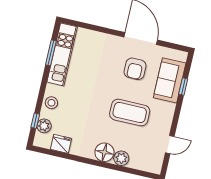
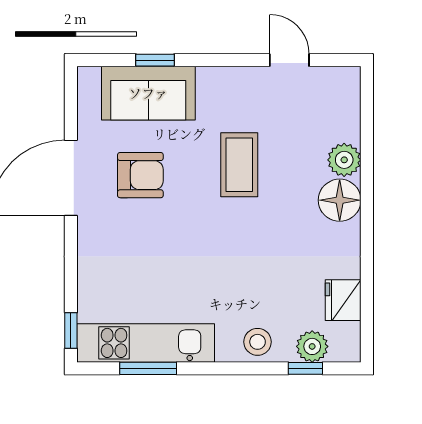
window: (75, 23) -> (71, 331), added
coffee table: (130, 113) -> (239, 165), width x0.73, depth x0.76

